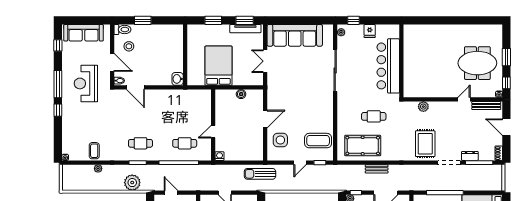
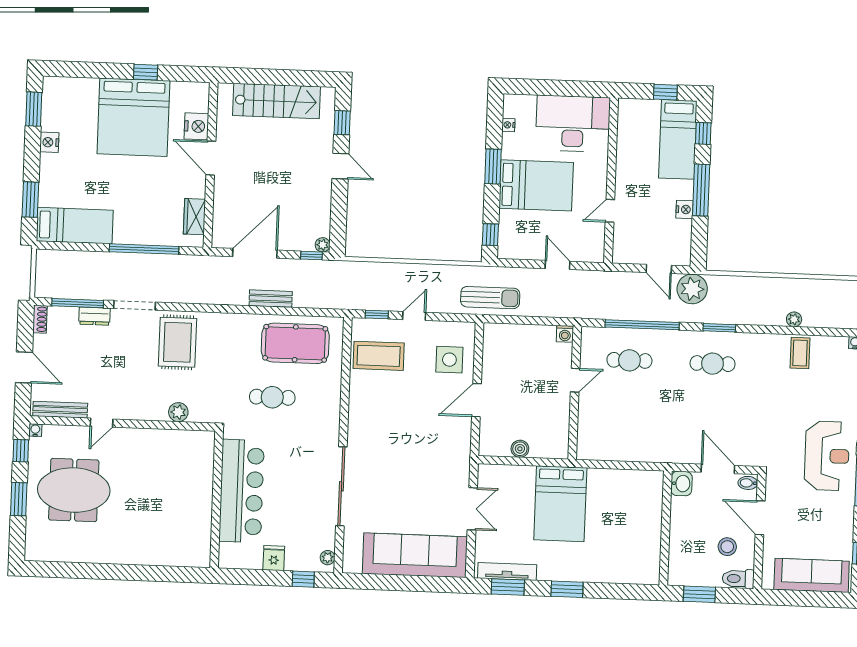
wall: (185, 55) -> (666, 528), moved
washbasin: (178, 79) -> (681, 484), moved
reception desk: (86, 83) -> (827, 456), moved
plant: (132, 183) -> (692, 289), moved

